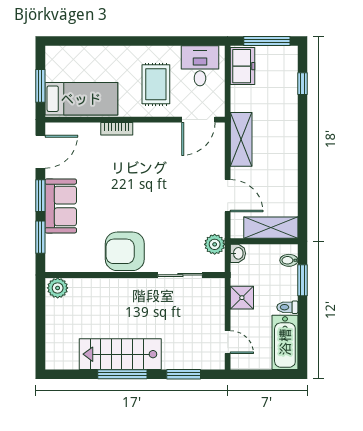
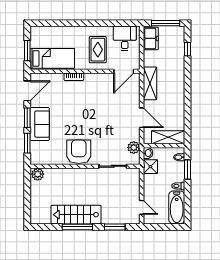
armchair: (125, 251) -> (79, 152), turned 90
shower: (242, 298) -> (150, 167), moved

